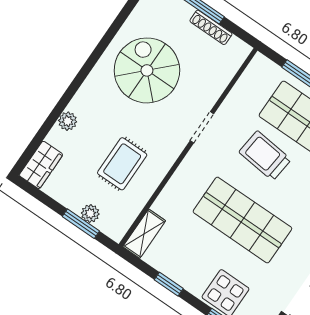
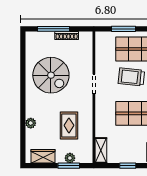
spiral stairs: (147, 70) -> (51, 75), turned 180
wardrobe: (41, 165) -> (43, 156), moved, turned -90

